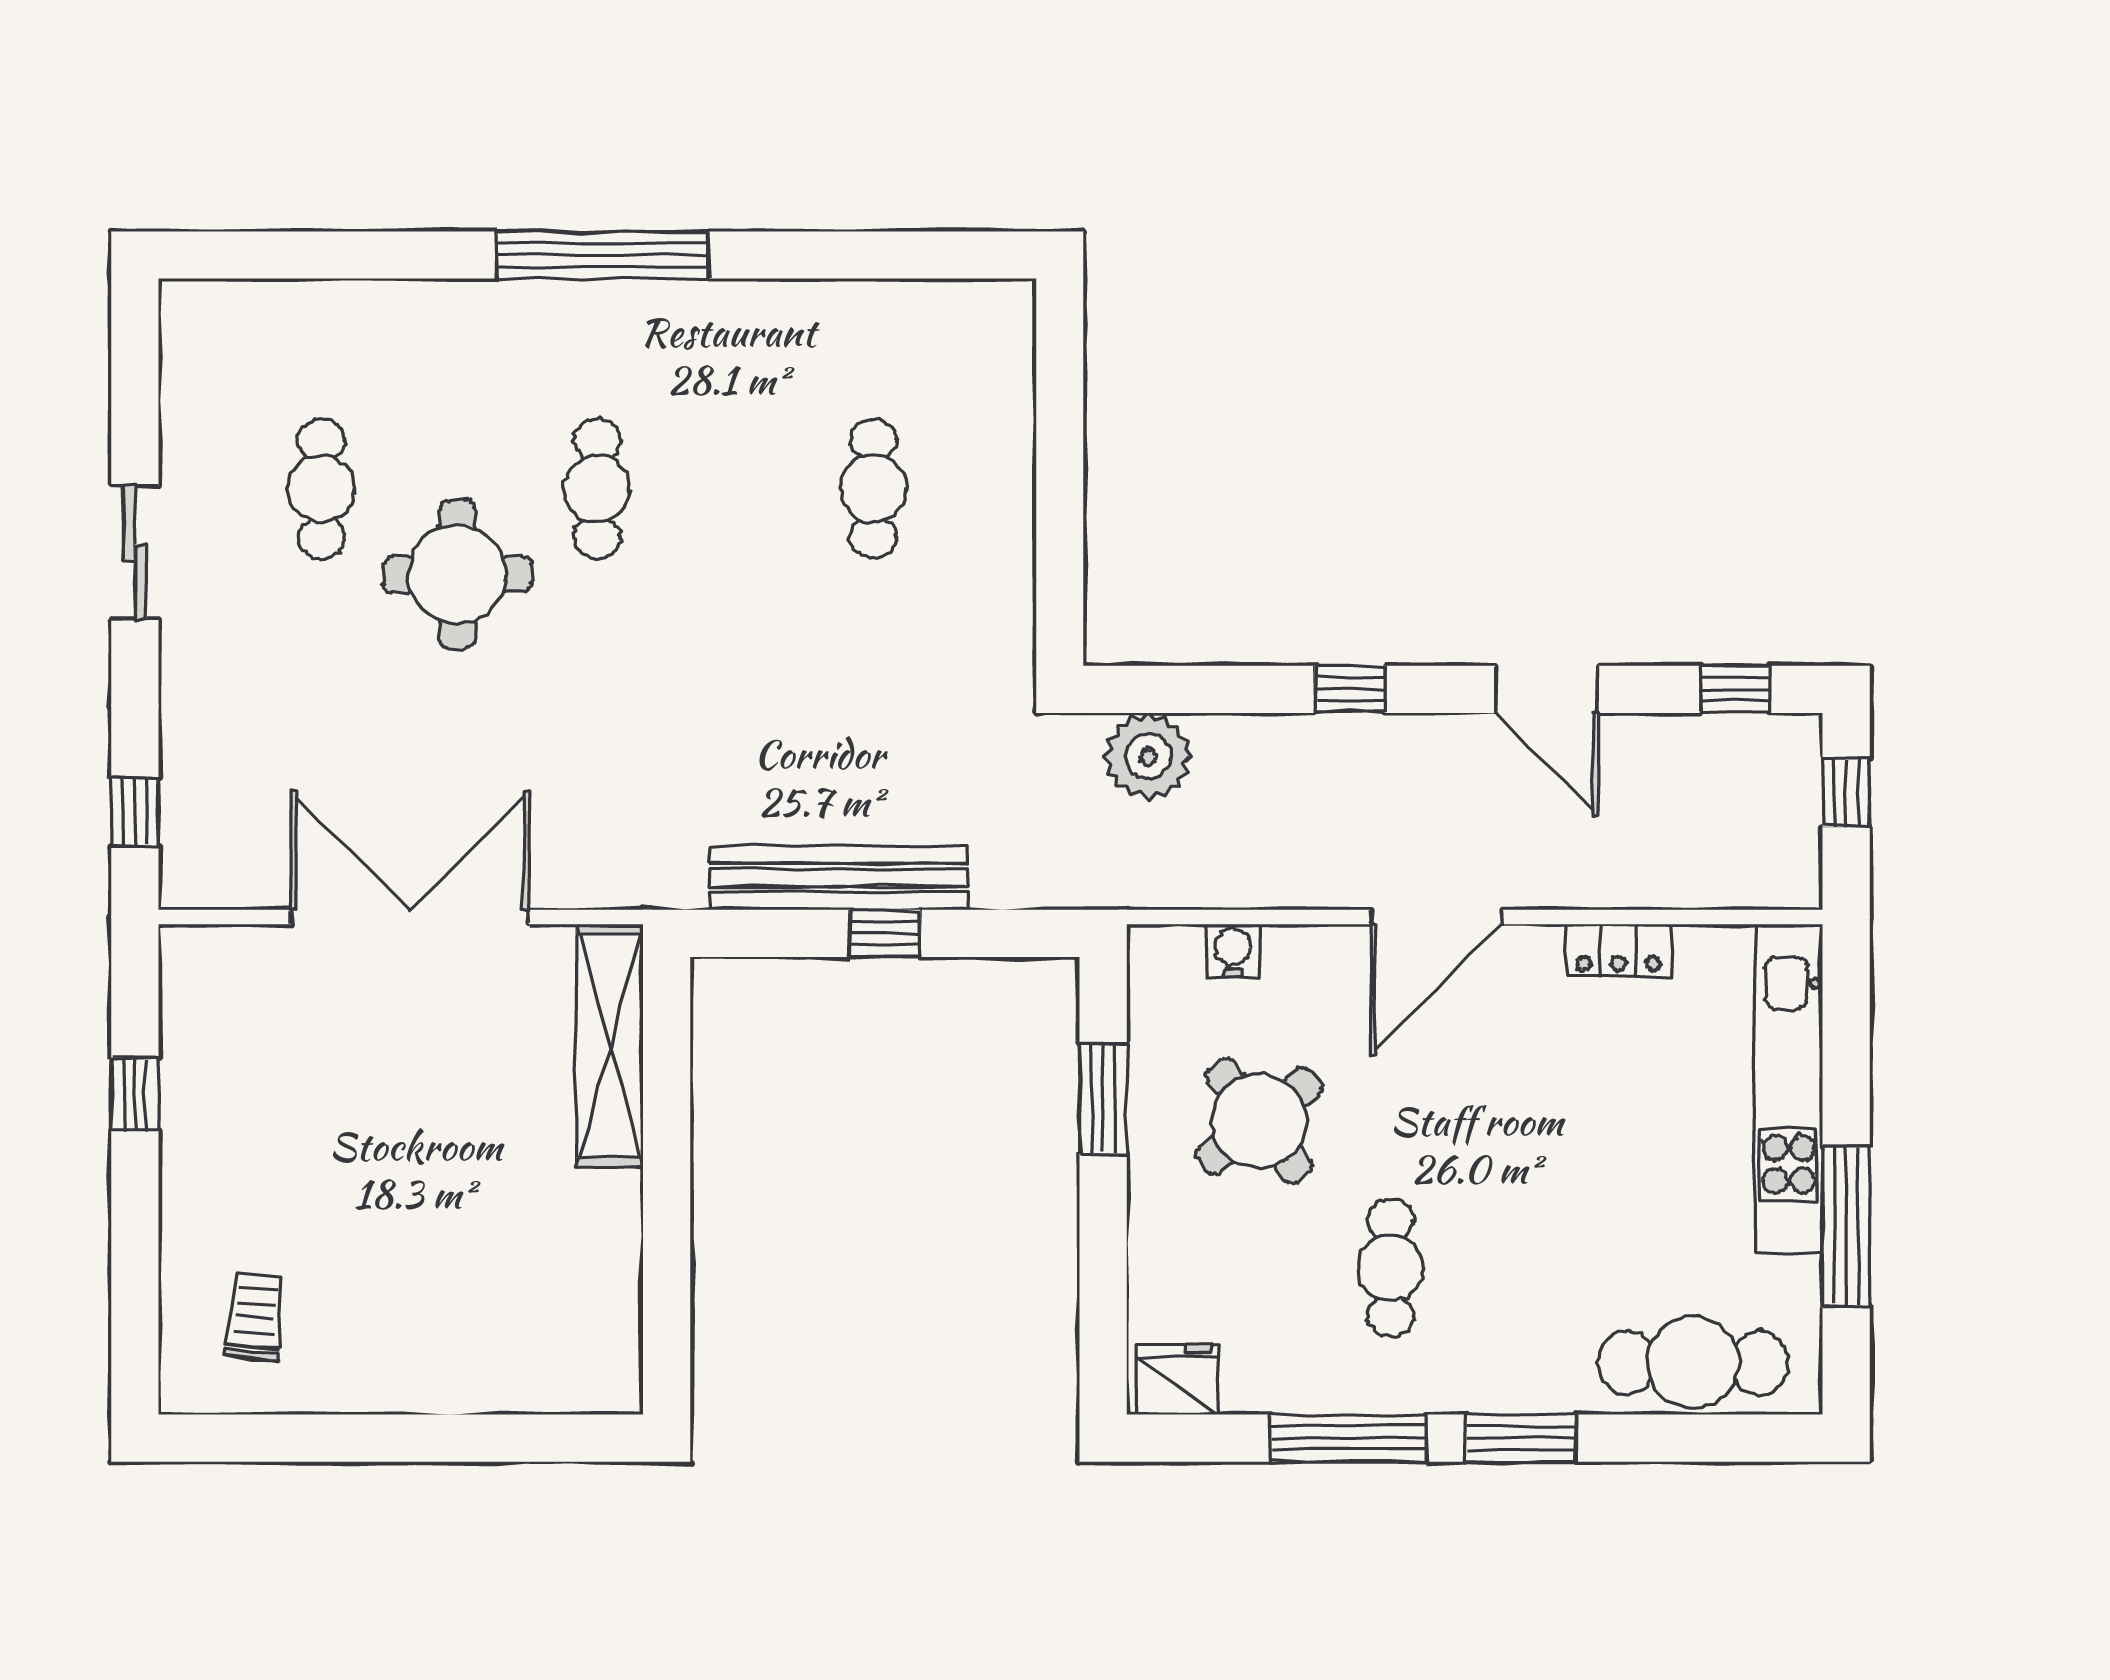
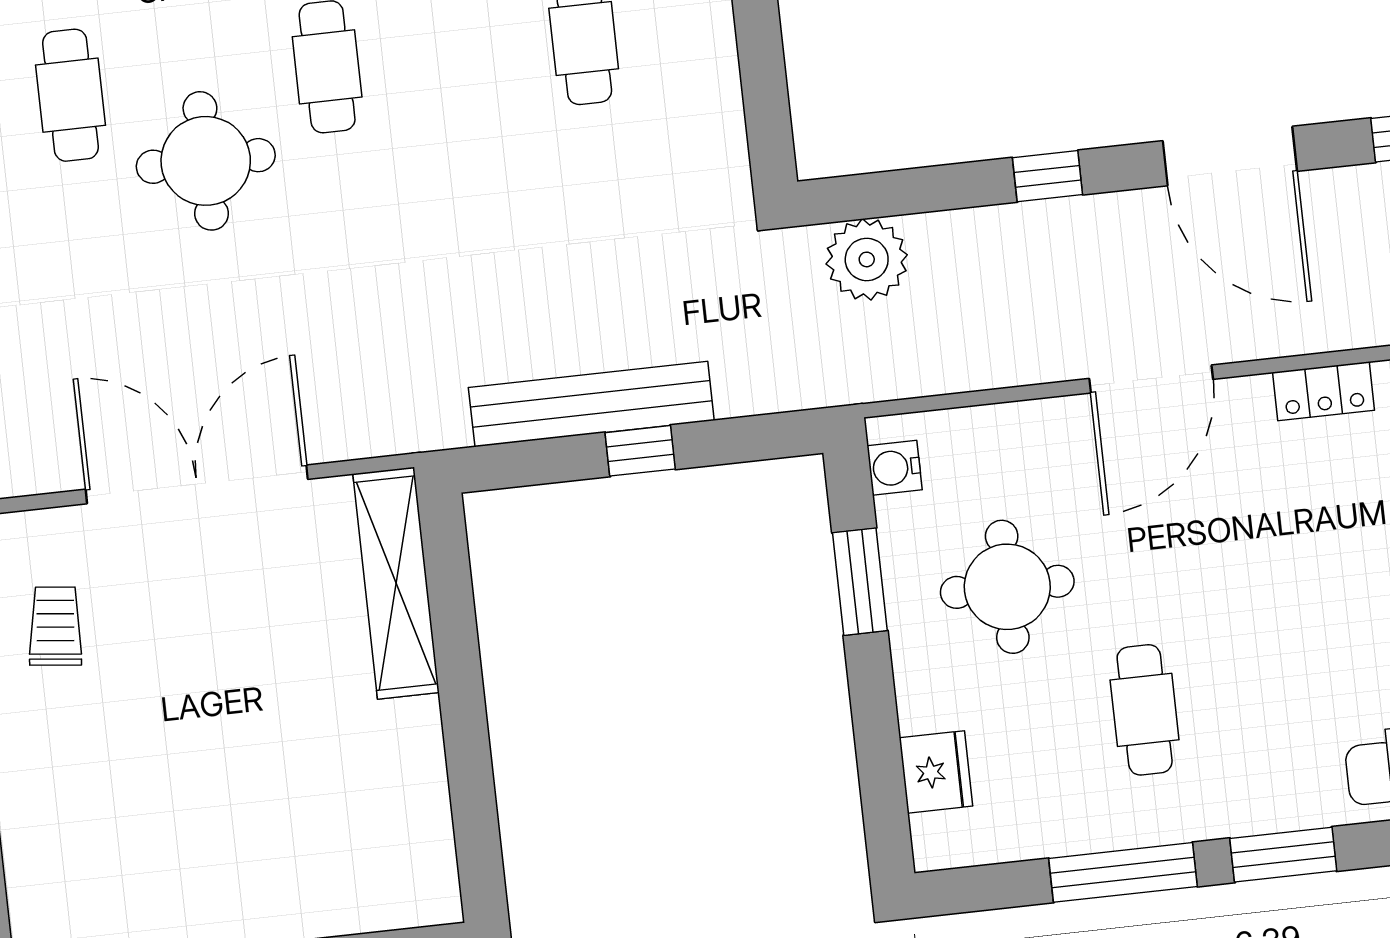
door: (1546, 689) -> (1230, 156), width x1.36
water cooler: (1233, 951) -> (895, 468), moved, turned -90
round table: (1259, 1121) -> (1007, 587), turned 38
trolley: (255, 1317) -> (55, 626), moved
fridge: (1177, 1380) -> (936, 772), moved, turned 90

